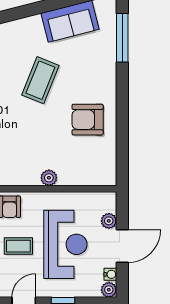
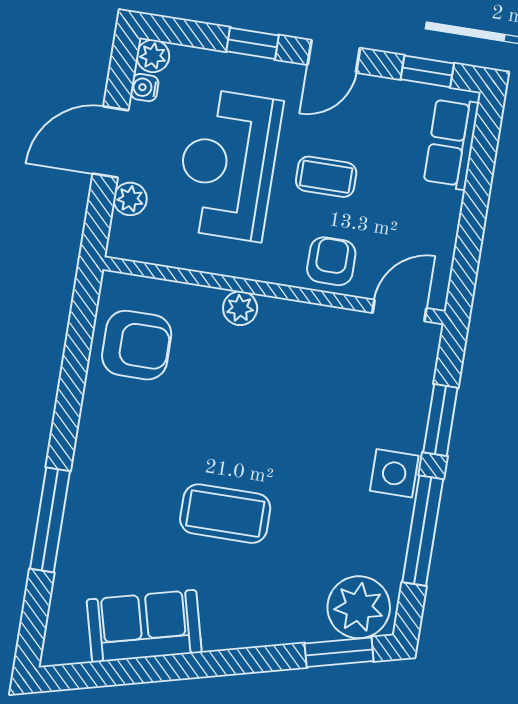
window: (122, 38) -> (50, 520), moved
coffee table: (40, 80) -> (225, 514), turned 68
armchair: (88, 120) -> (137, 345), moved

